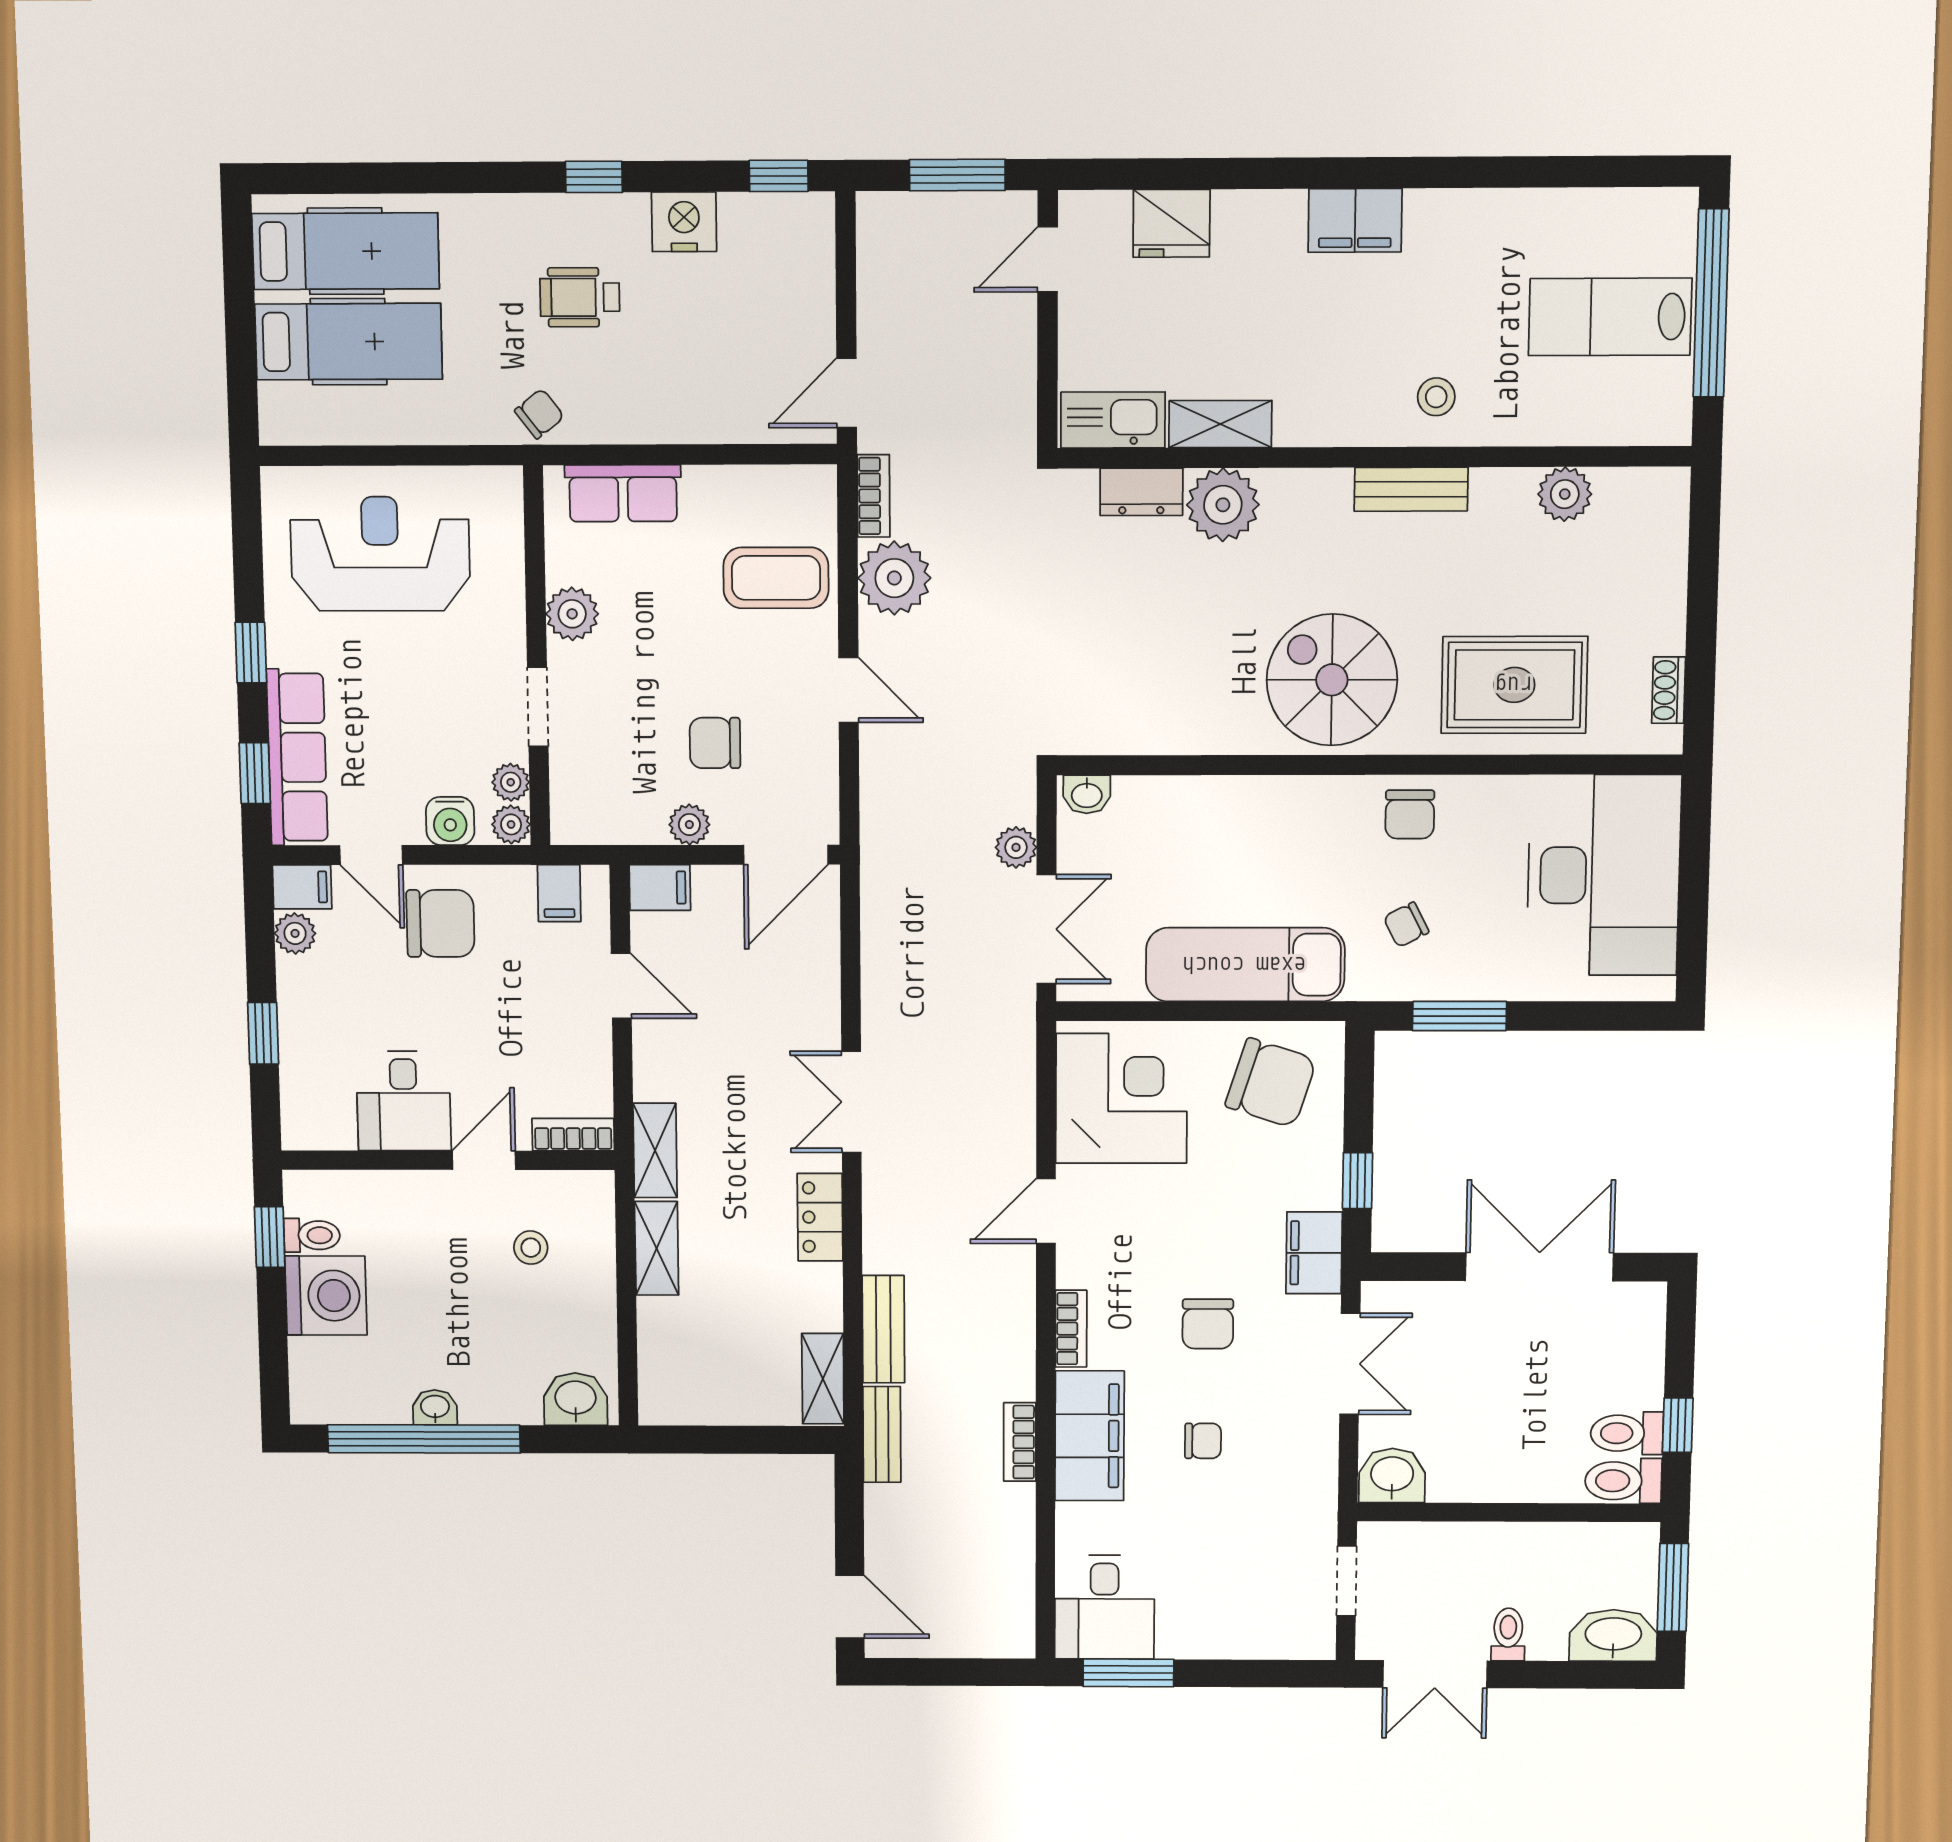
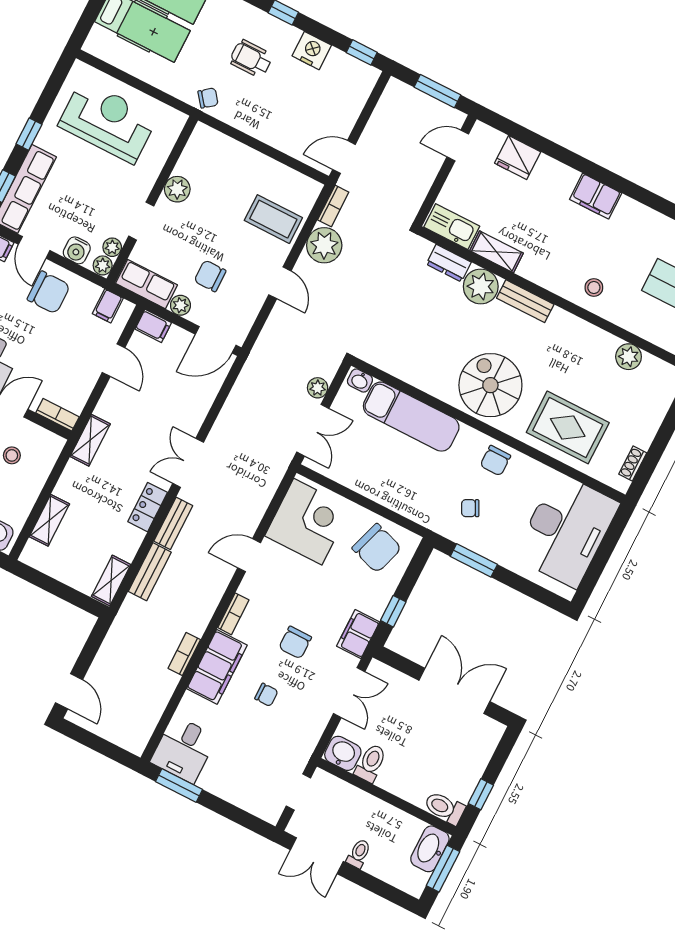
bench: (1411, 489) -> (525, 301), moved
row of seats: (623, 493) -> (146, 284), moved, turned 180
exam couch: (1245, 965) -> (411, 417), moved, turned 180
shelving: (657, 1248) -> (49, 520), moved
toilet: (1627, 1433) -> (371, 763), moved, turned 90
bench: (882, 1434) -> (173, 523), moved
washbasin: (1613, 1635) -> (430, 849), moved, turned -90

